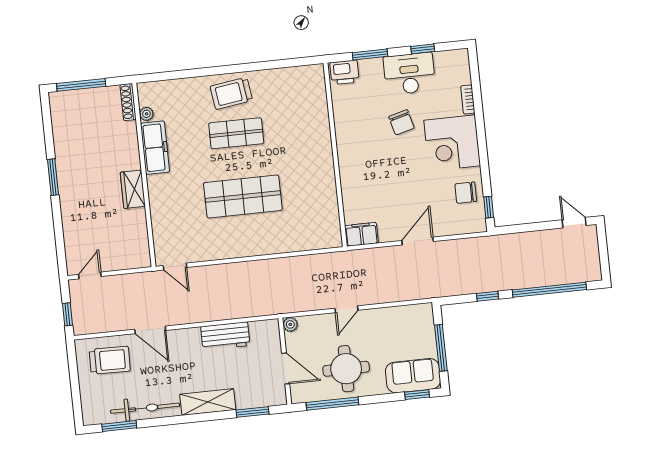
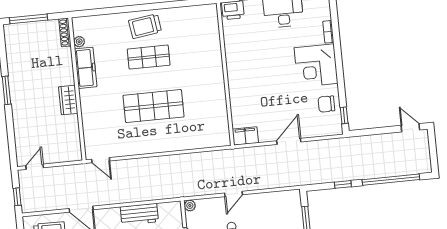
chair: (401, 122) -> (277, 49), removed

